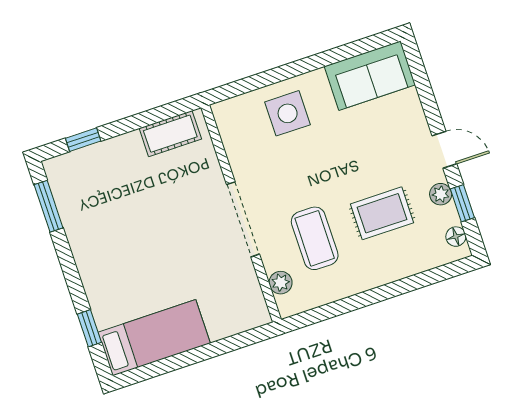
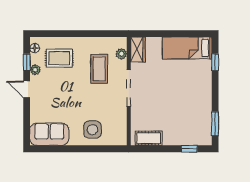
rug: (382, 213) -> (59, 58), moved
wardrobe: (250, 302) -> (138, 49), added

